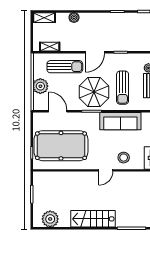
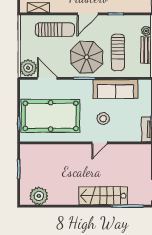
plant: (40, 86) -> (28, 68), moved
stool: (124, 158) -> (103, 119), moved
stairs: (93, 219) -> (103, 196), moved

